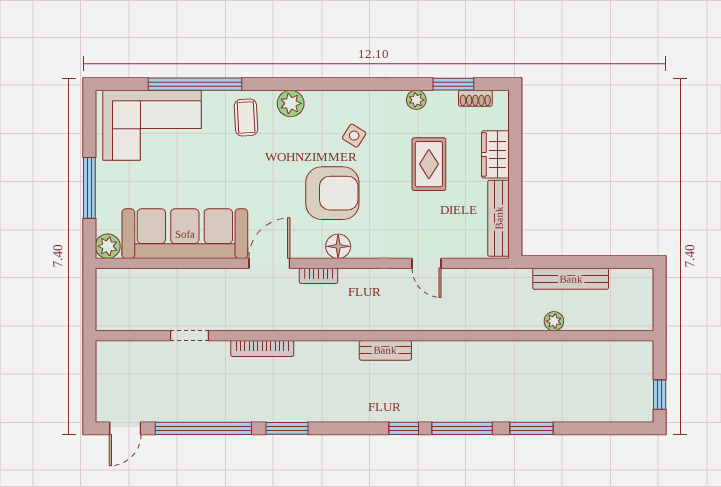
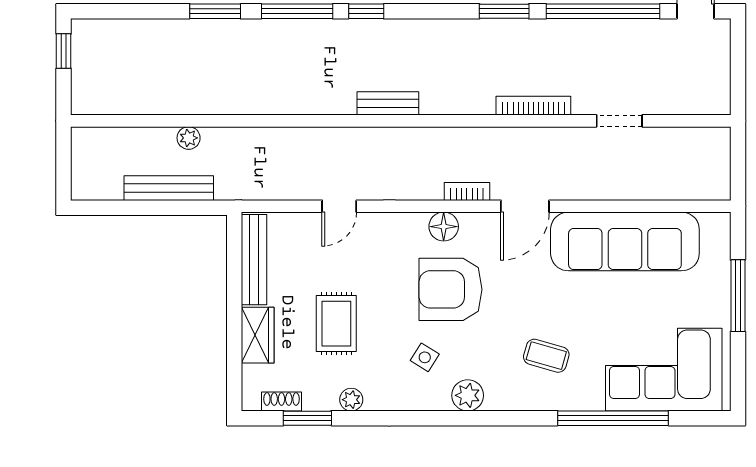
plant: (291, 103) -> (468, 395), moved
coffee table: (246, 117) -> (546, 356), moved, turned -71
plant: (108, 246) -> (716, 227), removed
door: (427, 263) -> (339, 206), swing flipped

